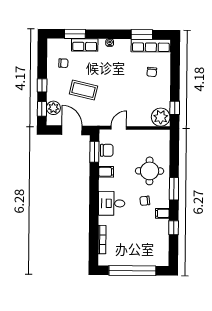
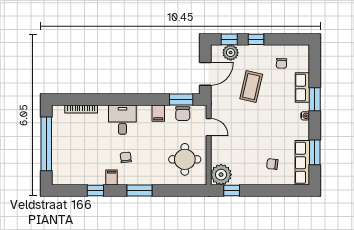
window: (75, 34) -> (315, 99), moved
round table: (150, 171) -> (185, 159), moved

